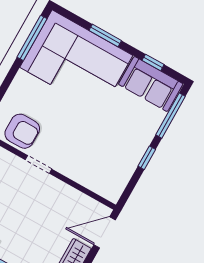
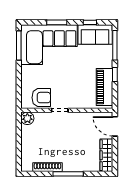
piano: (122, 167) -> (105, 87), added
door: (105, 232) -> (115, 126), hinge flipped

